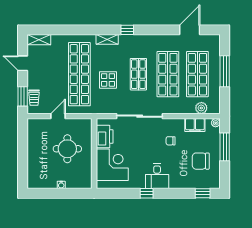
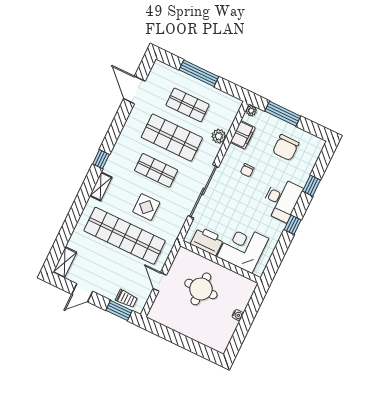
shop shelf: (197, 74) -> (188, 105), width x0.70, depth x0.74
plant: (201, 108) -> (219, 136), moved
desk: (157, 176) -> (282, 199), width x1.37
window: (203, 193) -> (311, 186), moved

